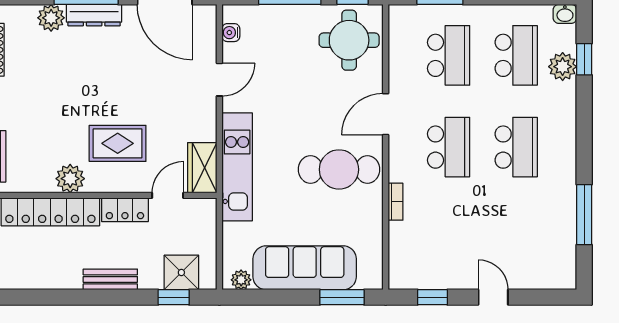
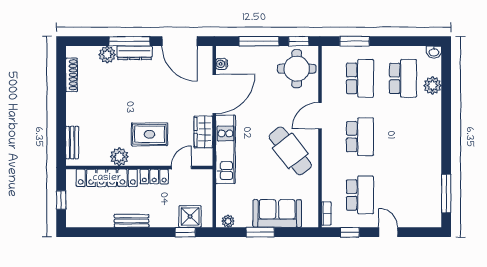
window: (584, 59) -> (446, 81), removed
door: (219, 80) -> (214, 94), width x1.88
school desk: (516, 147) -> (360, 195), moved
wardrobe: (202, 168) -> (203, 132), moved
cafe table: (339, 169) -> (290, 151), turned 52
bookcase: (395, 202) -> (326, 213), moved
window: (584, 215) -> (446, 194), moved
sofa: (305, 268) -> (277, 213), width x0.73
bench: (110, 279) -> (132, 221), moved
window: (342, 297) -> (260, 232), moved

